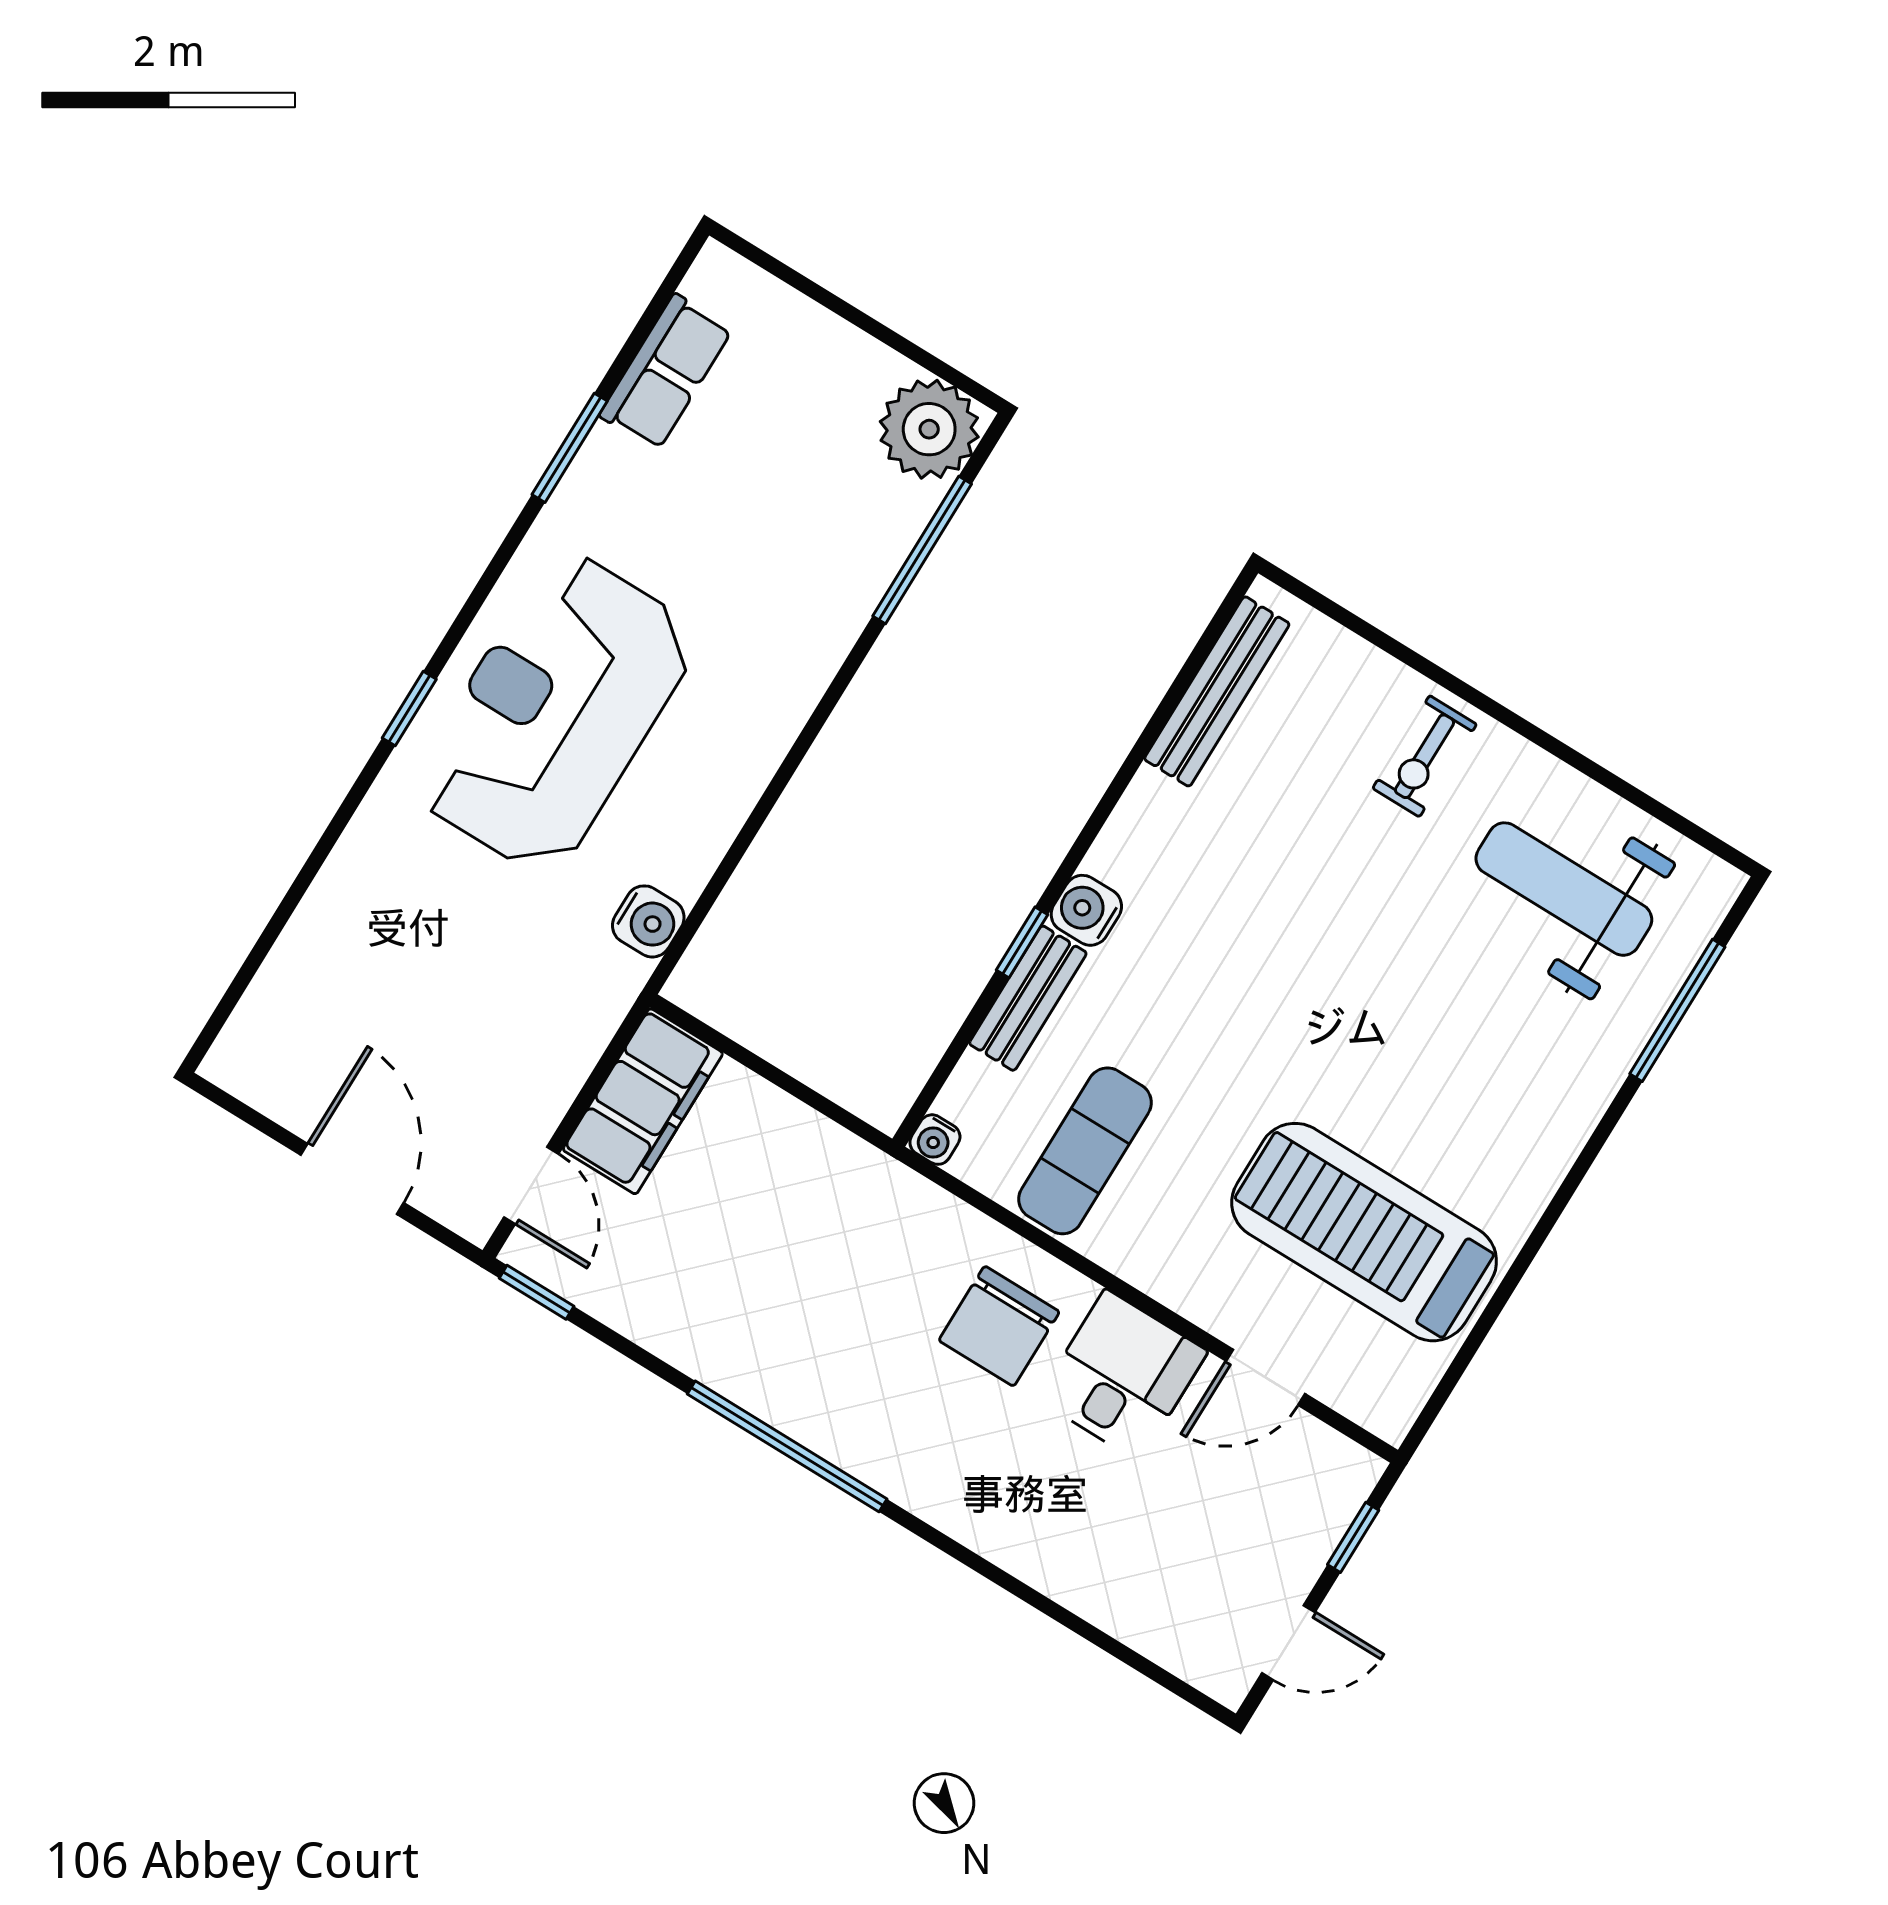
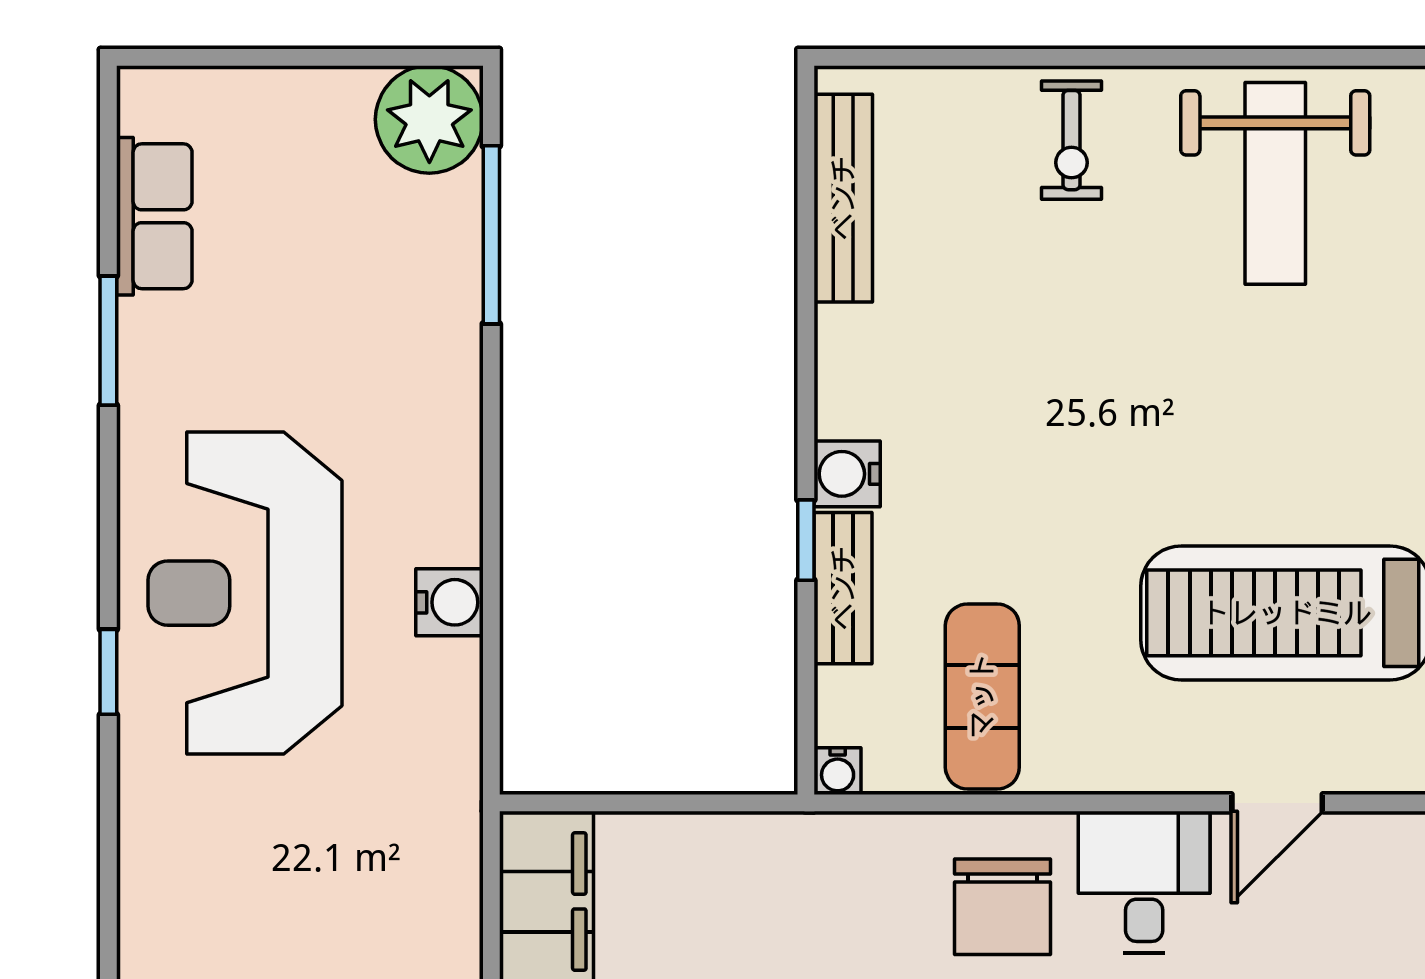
weight bench: (1564, 889) -> (1275, 183), turned -90
water cooler: (648, 921) -> (449, 602), moved

